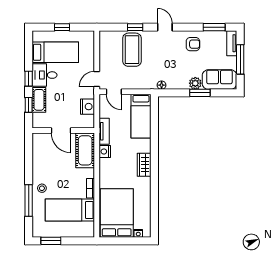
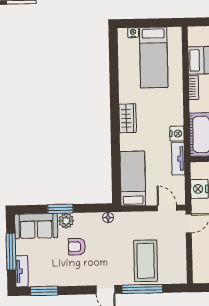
window: (135, 27) -> (142, 289), width x2.17
armchair: (193, 44) -> (77, 247), moved
bed: (117, 213) -> (154, 57), width x0.67

